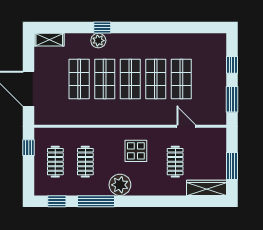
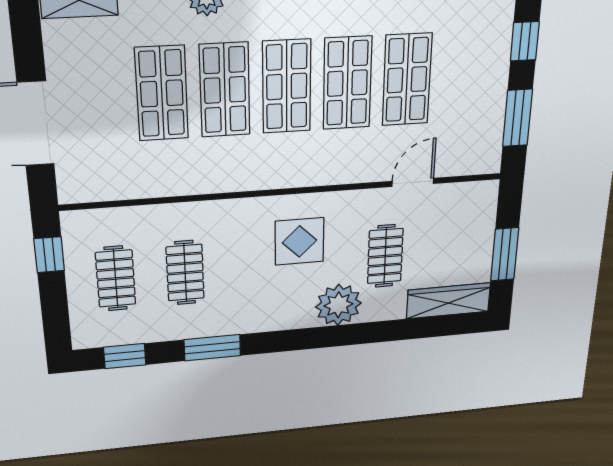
door: (186, 126) -> (413, 182), hinge flipped
plant: (120, 185) -> (338, 305), moved
window: (96, 201) -> (212, 348), width x0.69

